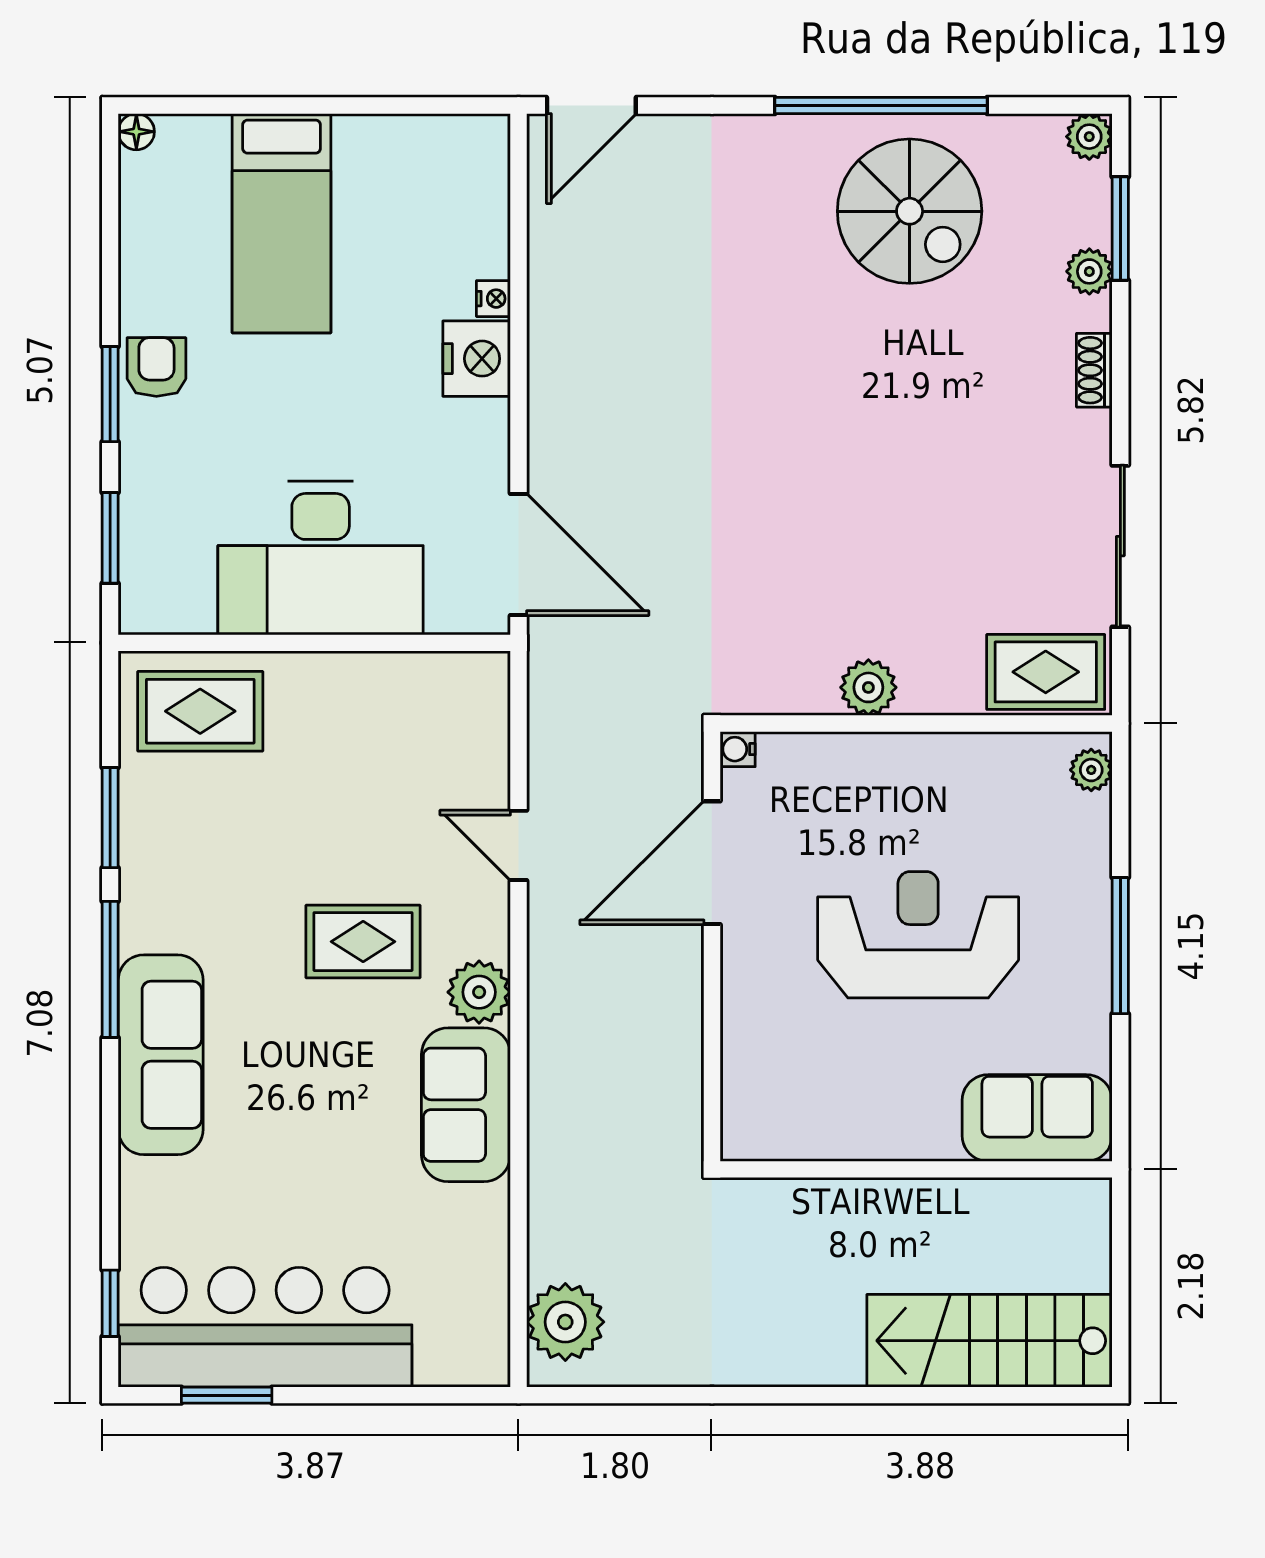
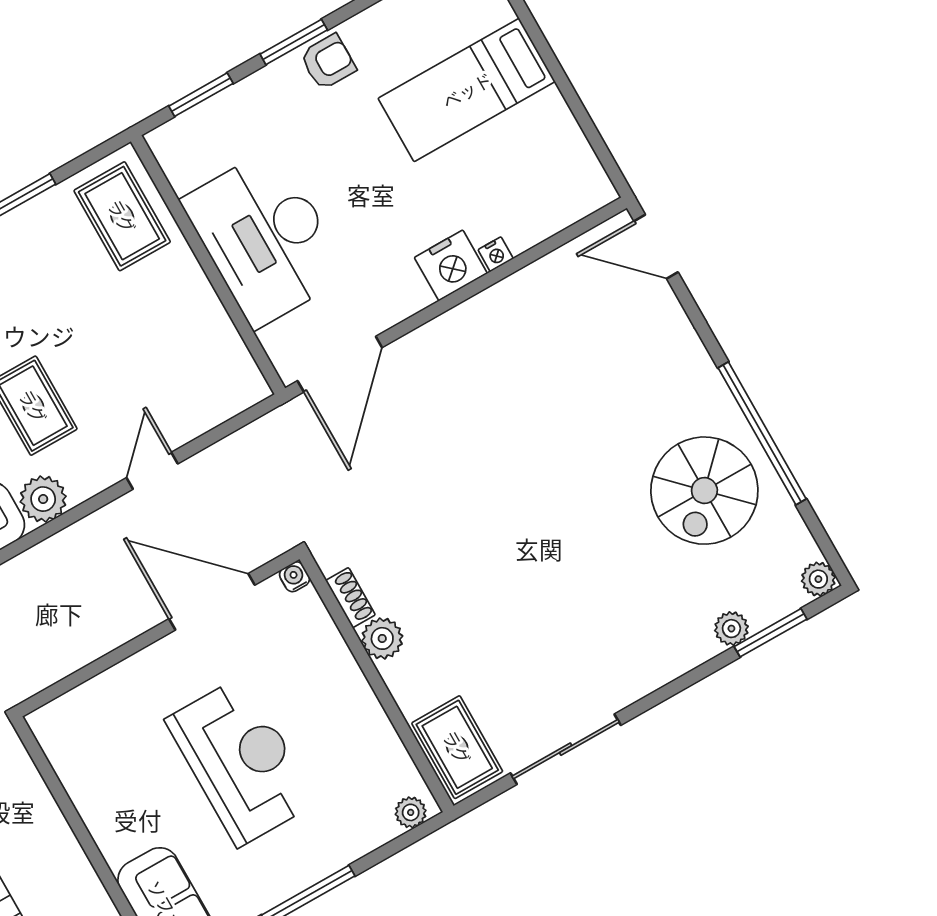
shoe rack: (1094, 370) -> (350, 598), moved, turned 90

